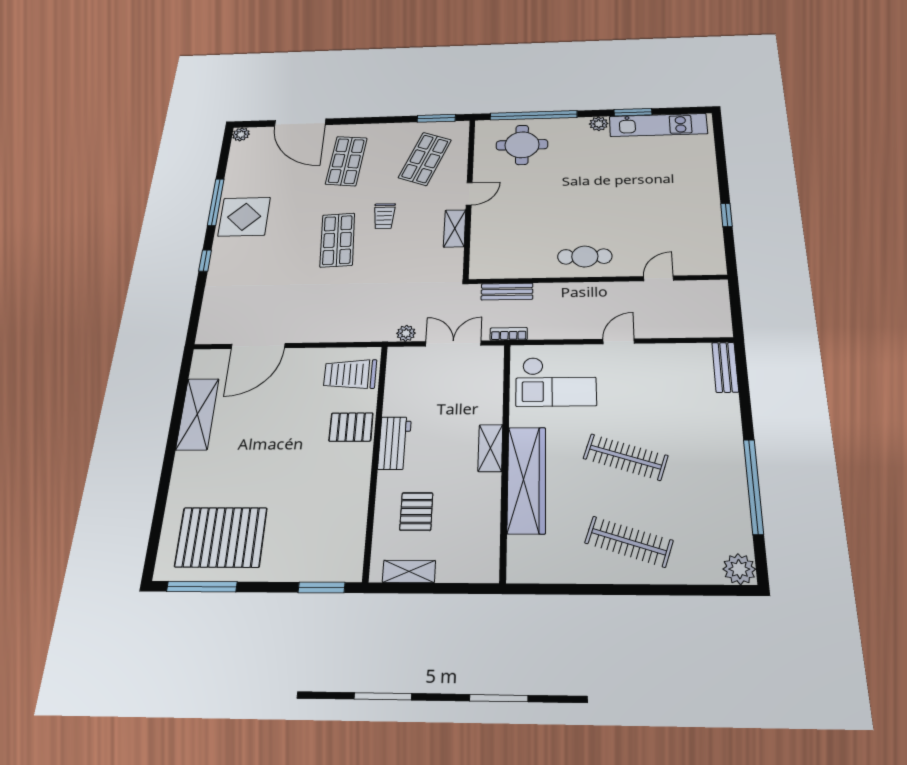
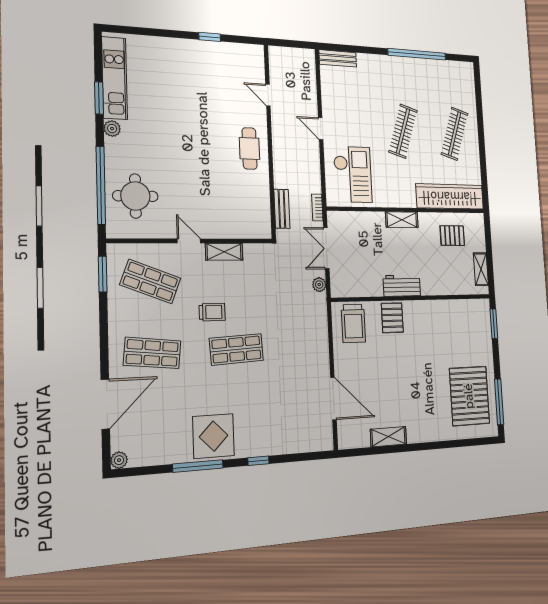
shelving: (197, 414) -> (389, 437), width x0.67, depth x0.75
wardrobe: (527, 480) -> (450, 196), moved
pallet: (416, 512) -> (452, 236), moved
plant: (739, 569) -> (465, 71), removed

